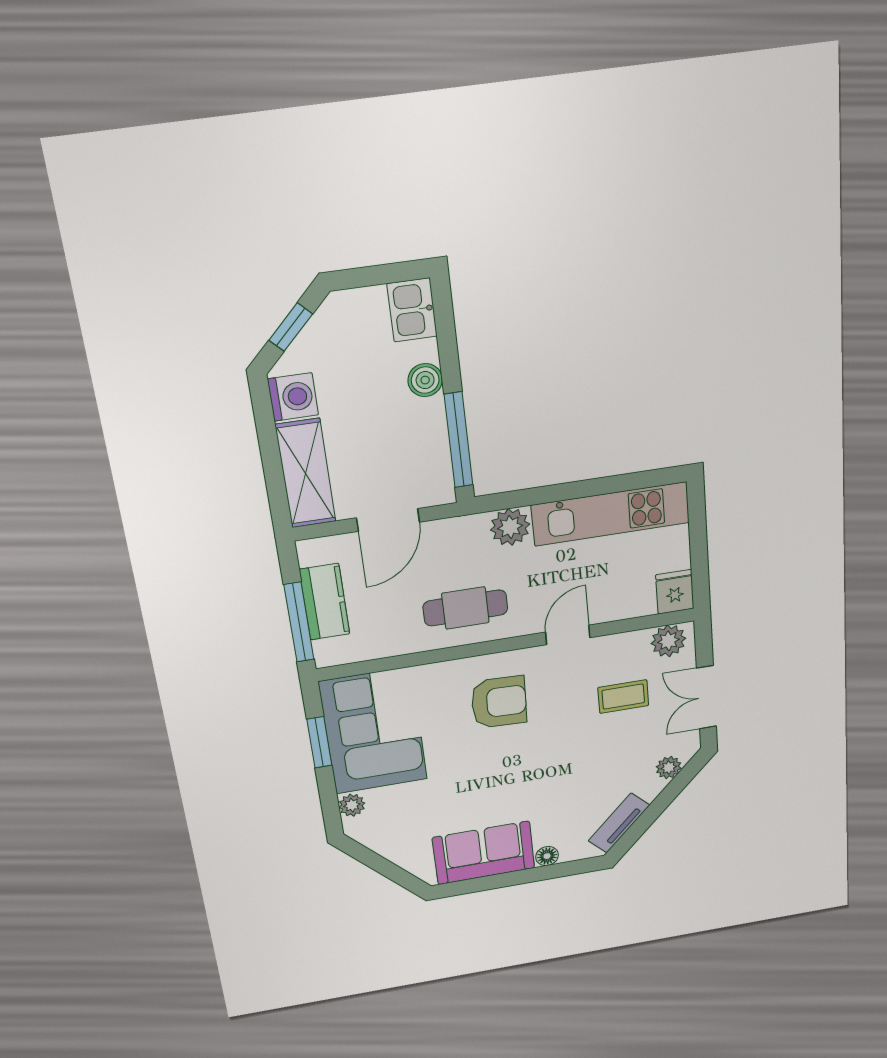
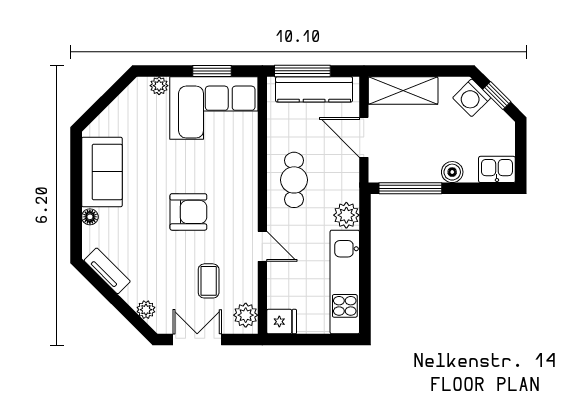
washing machine: (293, 397) -> (472, 98), moved, turned 45
kitchen counter: (325, 602) -> (314, 89), width x1.50
armchair: (499, 702) -> (188, 212), moved, turned -92

